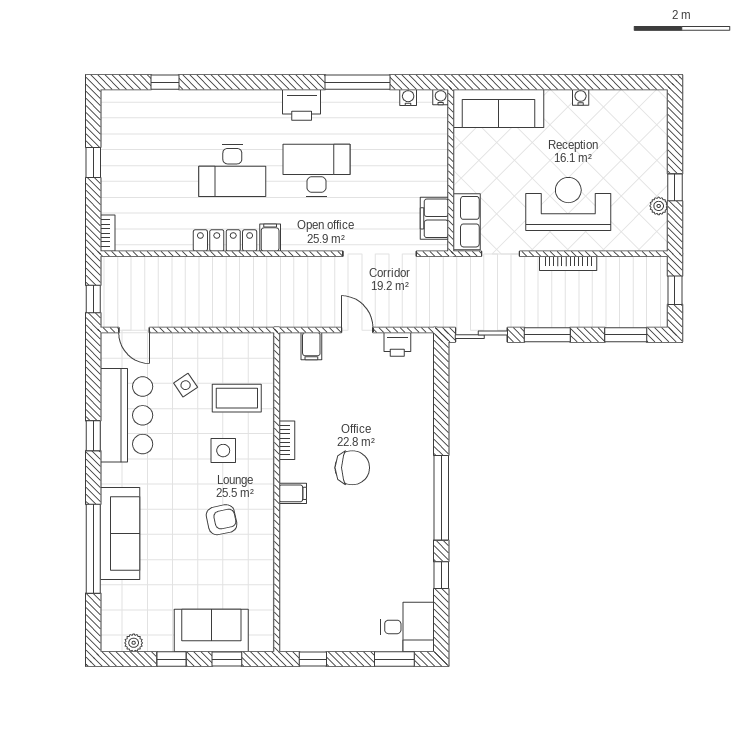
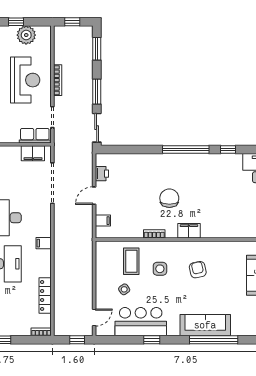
reception desk: (568, 204) -> (25, 80), turned 180
plant: (659, 206) -> (26, 35), width x1.87, depth x1.87
locker: (225, 240) -> (45, 295), moved
filing cabinet: (293, 493) -> (189, 231), width x2.00

